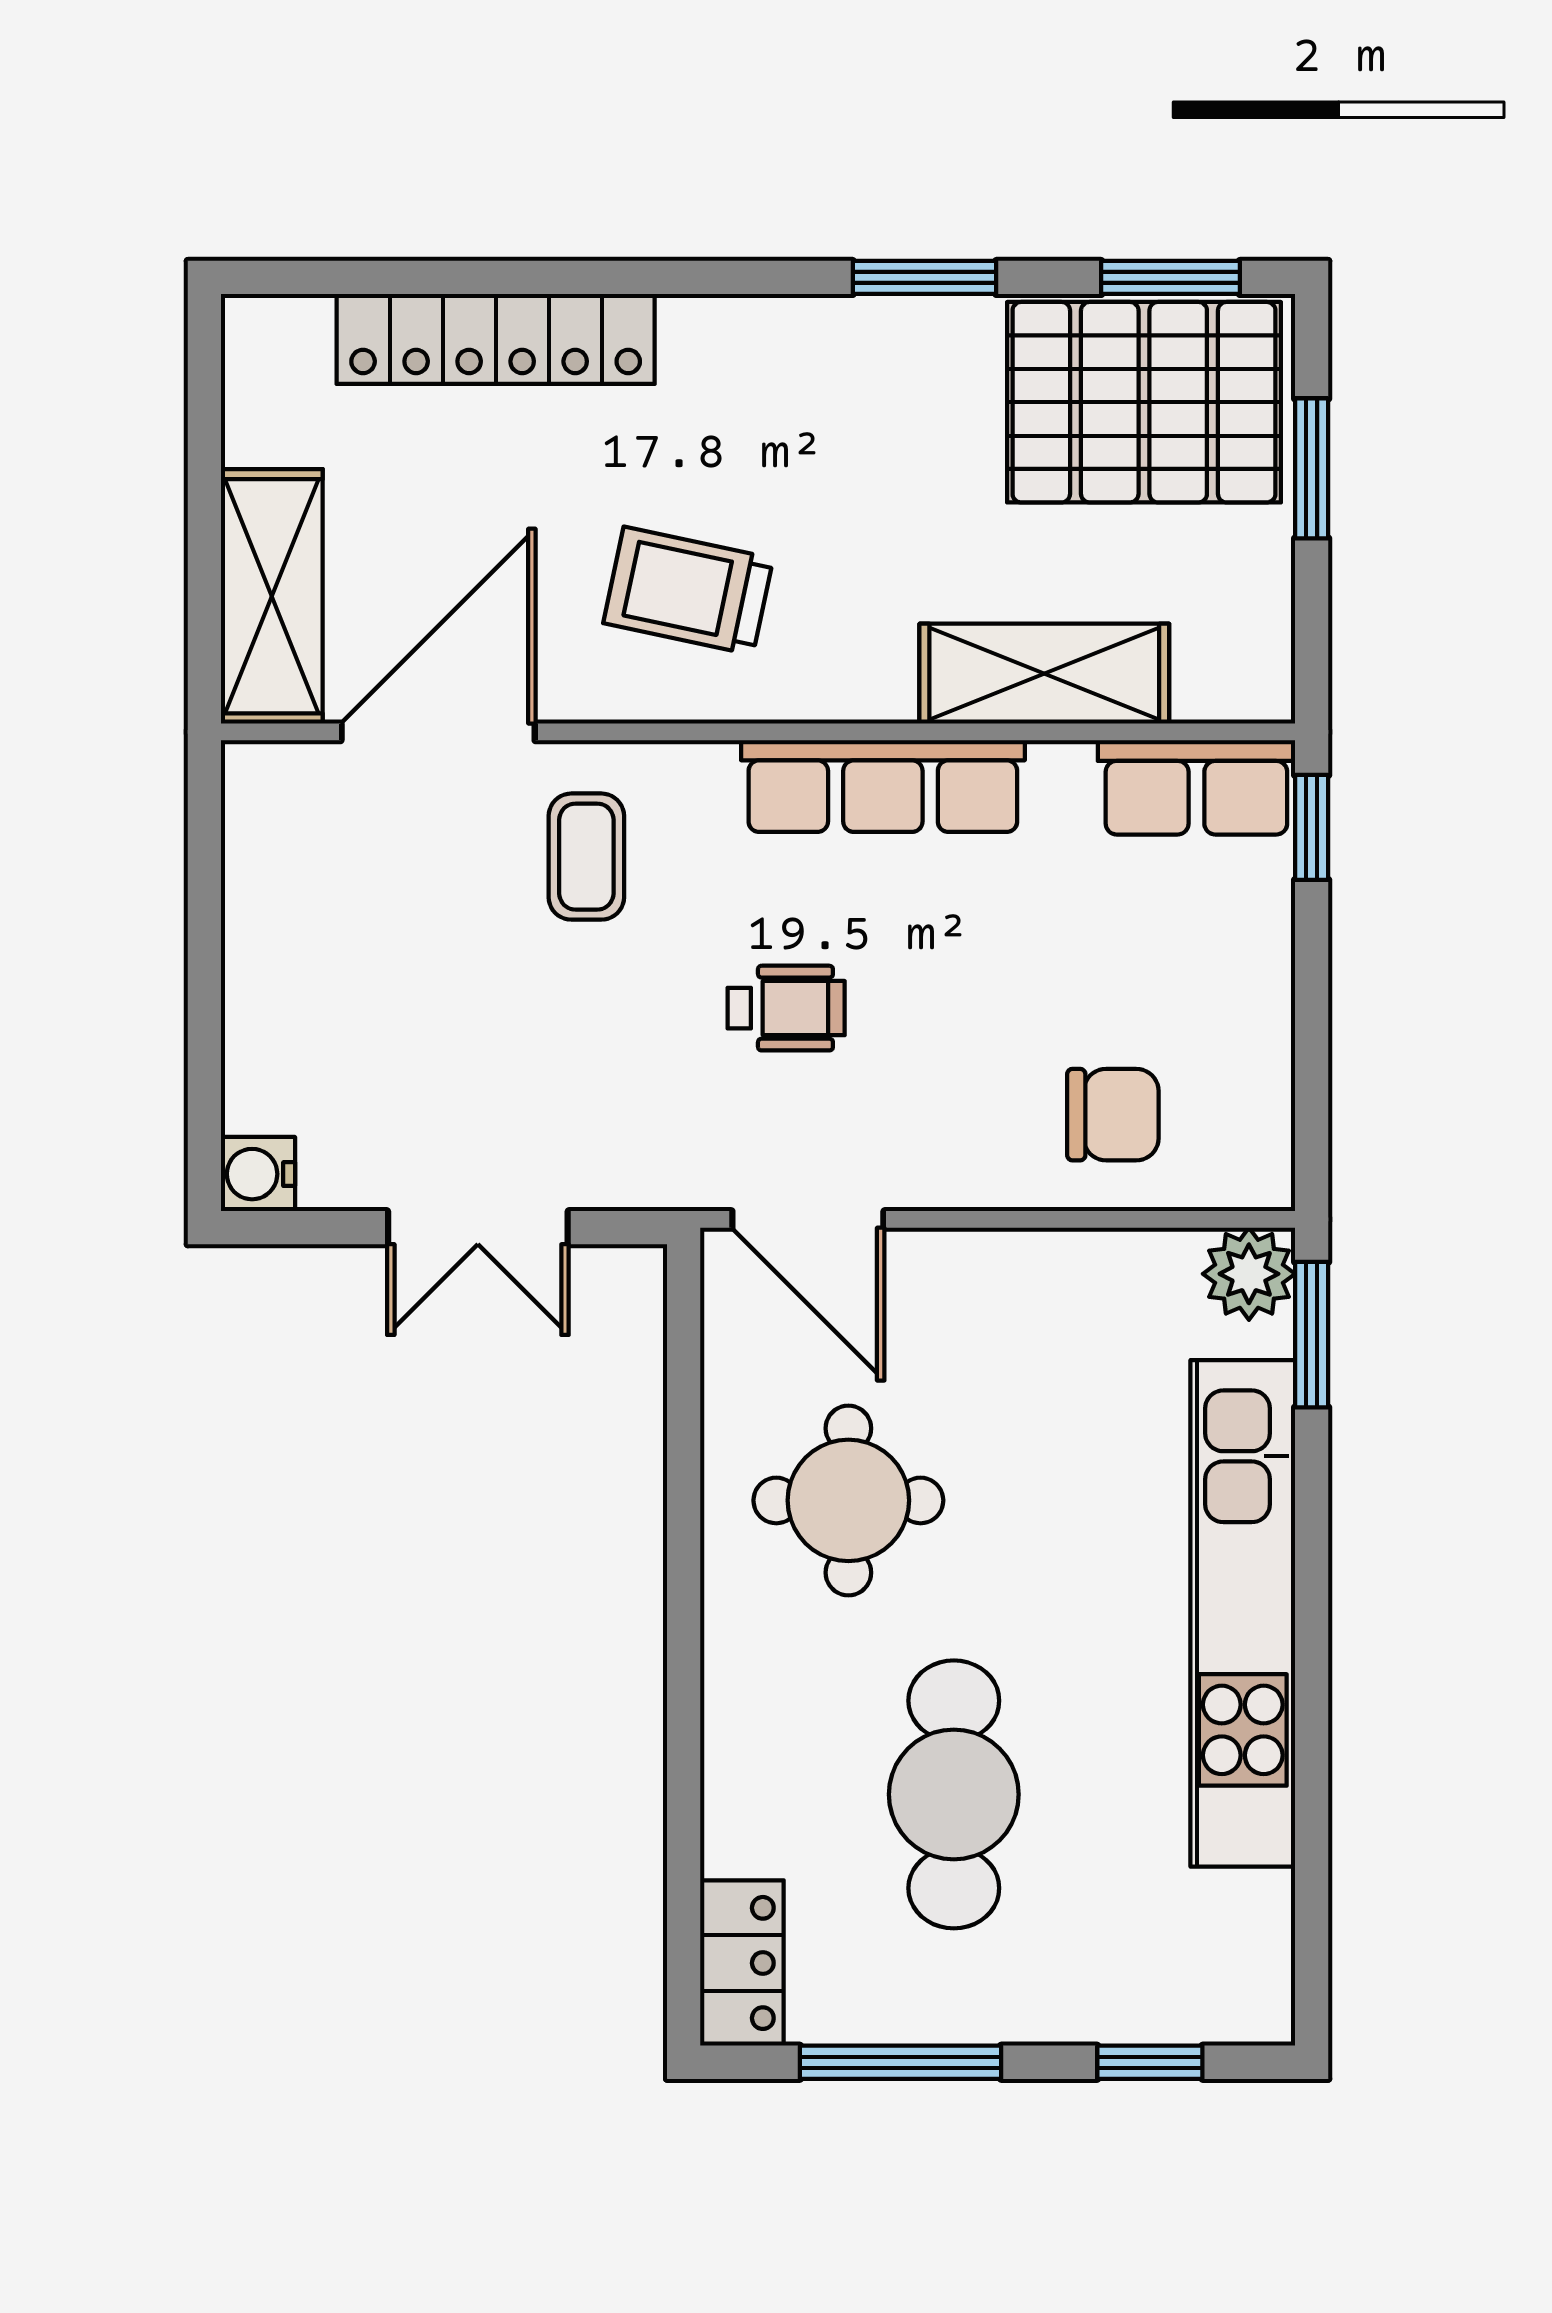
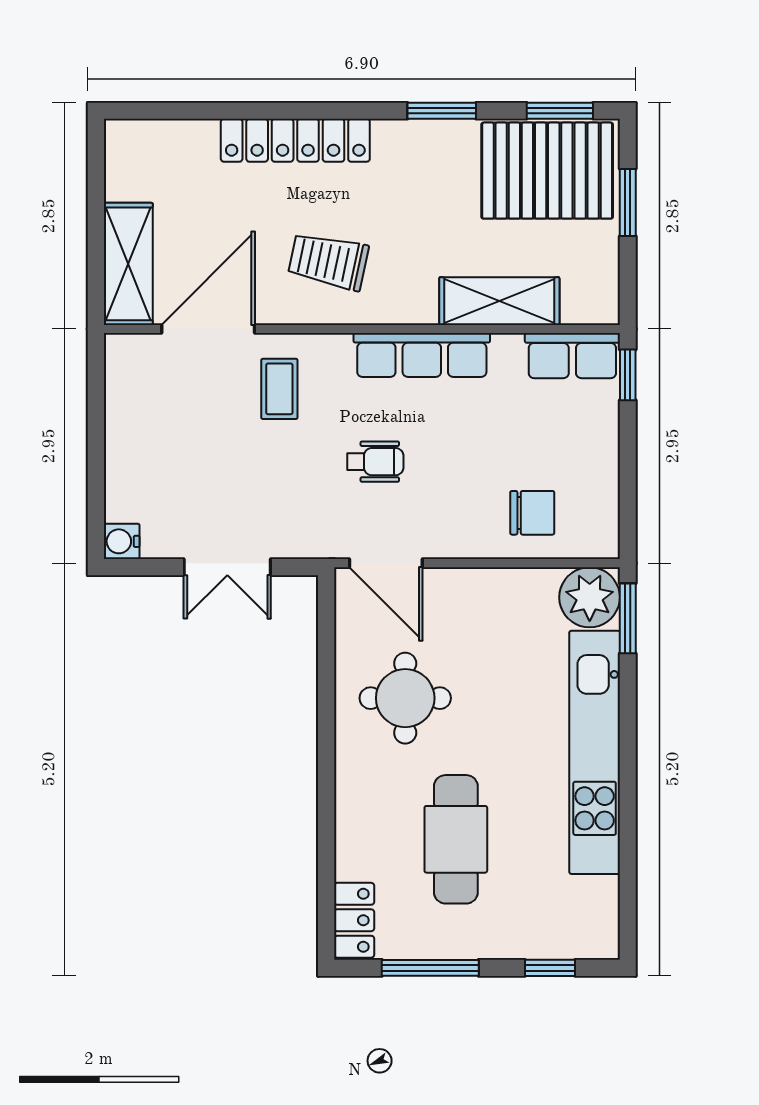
locker: (496, 339) -> (295, 140), moved
plant: (1249, 1274) -> (590, 597), width x1.36, depth x1.36

